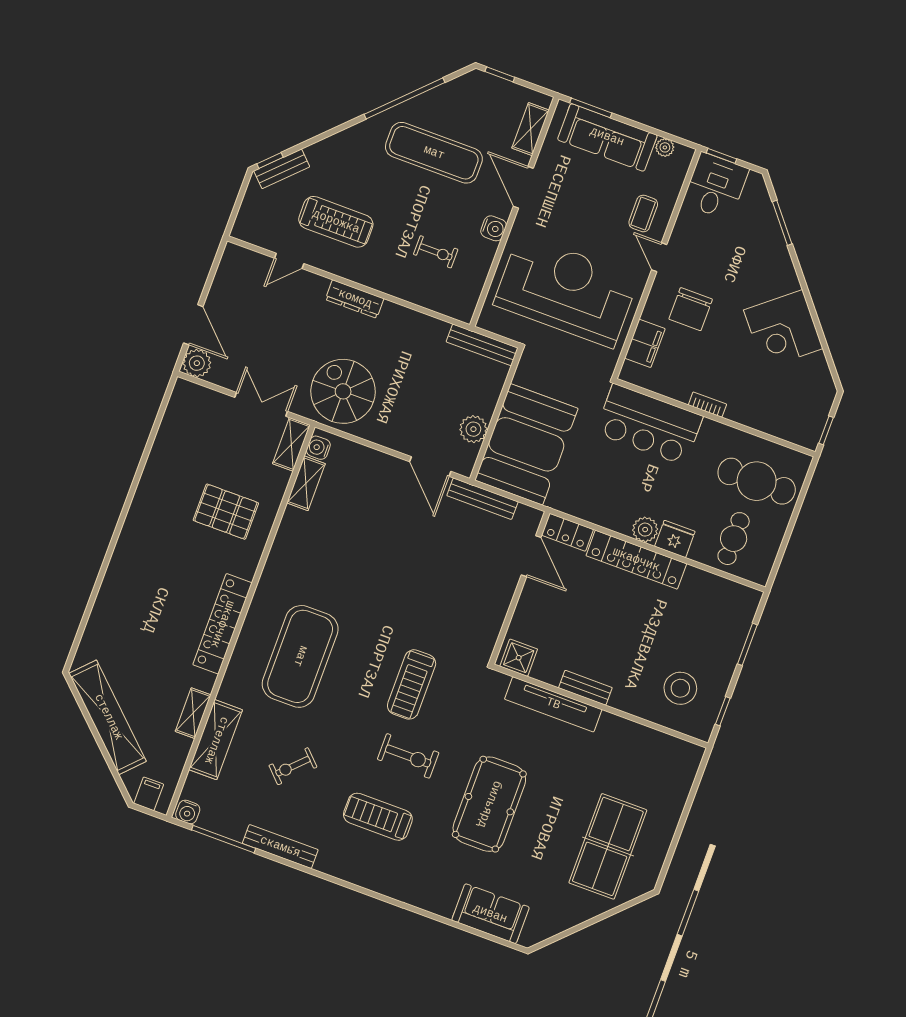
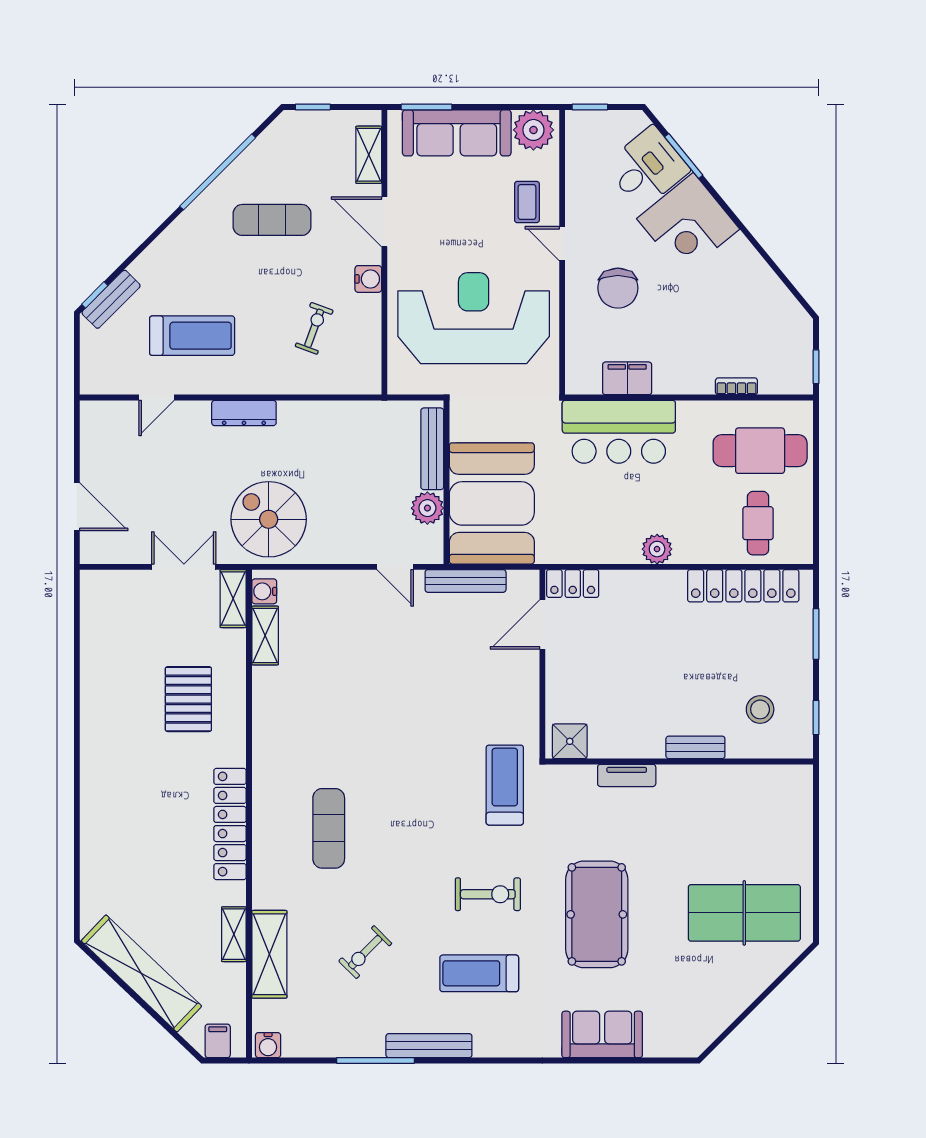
plant: (665, 147) -> (533, 130), width x1.88, depth x1.88
exercise mat: (434, 153) -> (272, 220), width x0.73, depth x0.69
desk: (716, 186) -> (647, 168), moved, turned 51
exercise bike: (436, 252) -> (314, 328), turned -70
corner desk: (783, 329) -> (688, 224), moved
filing cabinet: (645, 343) -> (627, 378), moved, turned -90
bench: (482, 345) -> (432, 449), moved, turned 90
plant: (197, 363) -> (96, 547), removed
bookcase: (707, 405) -> (736, 386), moved
door: (430, 467) -> (395, 567), width x0.73
pallet: (226, 512) -> (188, 699), turned 90
fridge: (675, 539) -> (694, 547), removed
door: (531, 556) -> (542, 624), swing flipped
locker: (636, 560) -> (743, 586), moved
exercise mat: (300, 656) -> (329, 828), width x0.50, depth x0.69
treadmill: (412, 684) -> (505, 785), moved, turned 180
bench: (585, 688) -> (695, 747), moved
stool: (680, 688) -> (760, 709), width x0.73, depth x0.73
tv unit: (553, 704) -> (627, 775), width x0.52, depth x0.78
window: (224, 839) -> (375, 1061), moved
table tennis table: (608, 846) -> (744, 913), turned 90
bench: (280, 847) -> (429, 1046), moved
sofa: (490, 914) -> (602, 1034), moved

